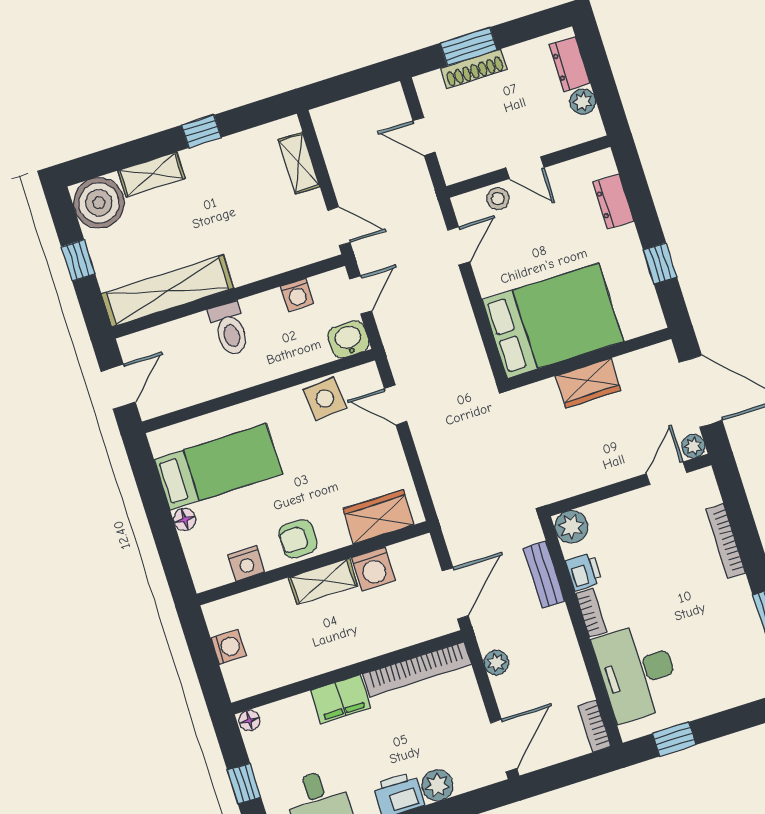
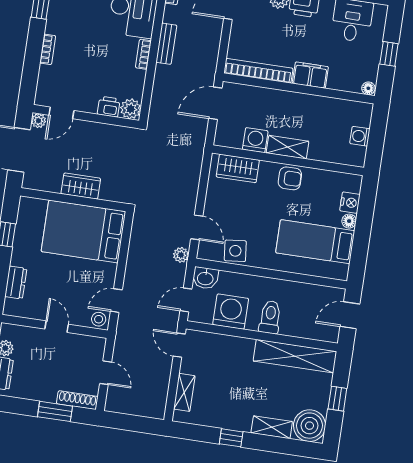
shoe rack: (474, 69) -> (77, 400), moved
stool: (498, 199) -> (99, 319), moved
washing machine: (297, 295) -> (231, 312), width x1.89, depth x1.89
bookcase: (726, 541) -> (48, 49), width x0.64
nightstand: (246, 563) -> (350, 203), moved, turned 90
printer: (584, 572) -> (109, 107), moved, turned 90
bench: (544, 574) -> (166, 44), moved
plant: (496, 663) -> (181, 255), moved

